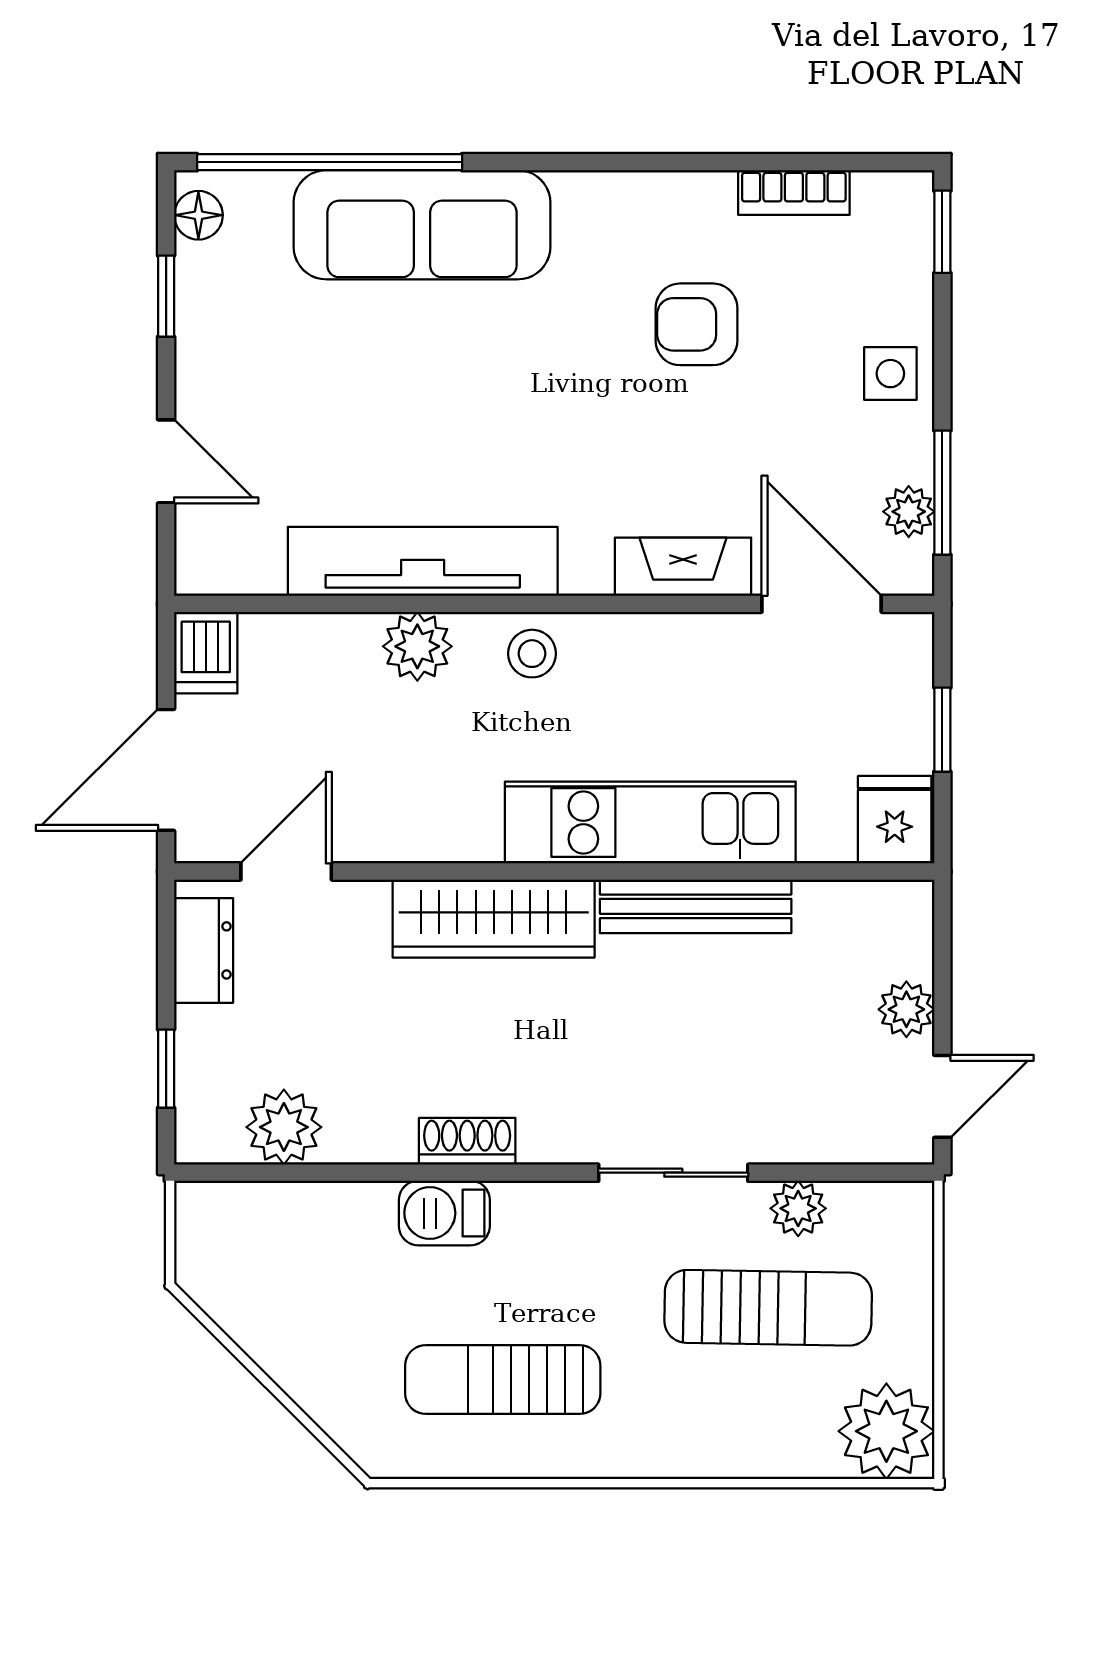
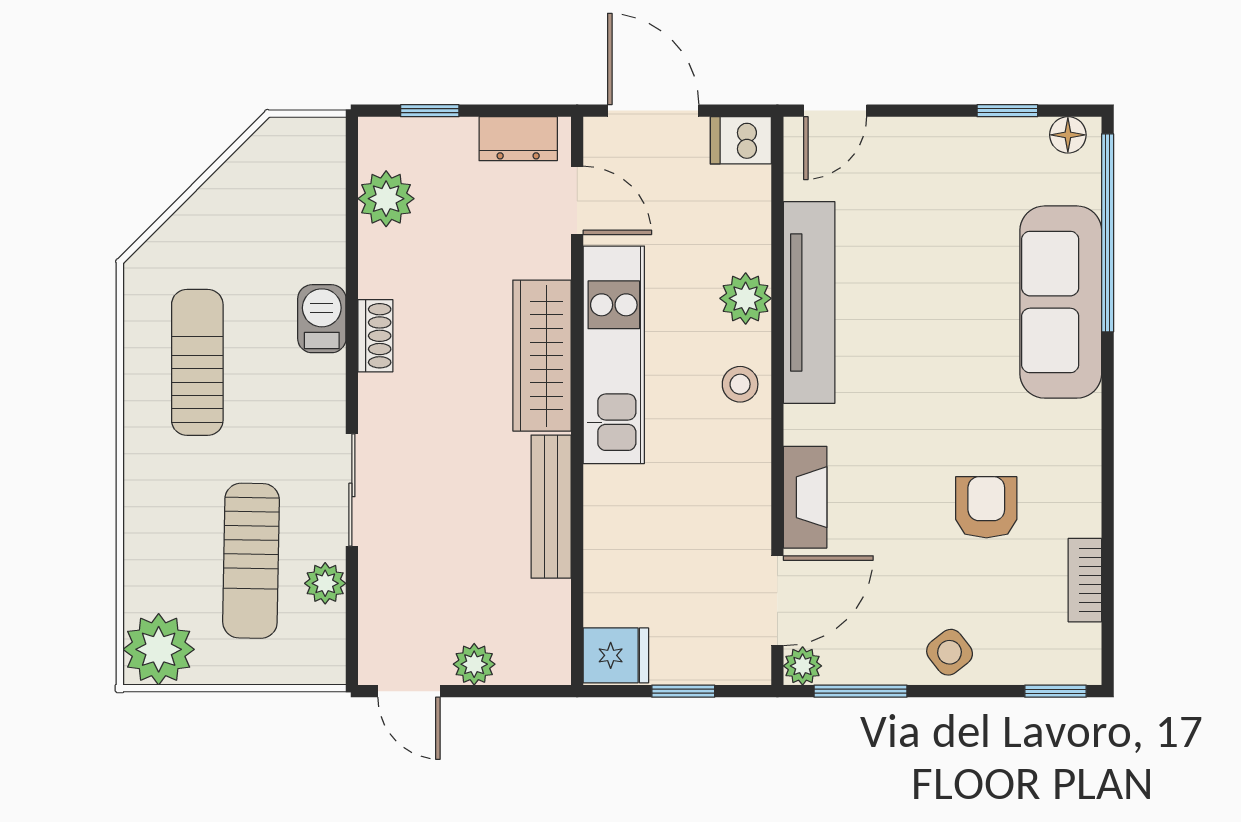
side table: (890, 374) -> (950, 652), turned -38
door: (166, 461) -> (835, 111), moved
plant: (909, 512) -> (803, 666), moved
kitchen unit: (650, 823) -> (614, 355), moved

